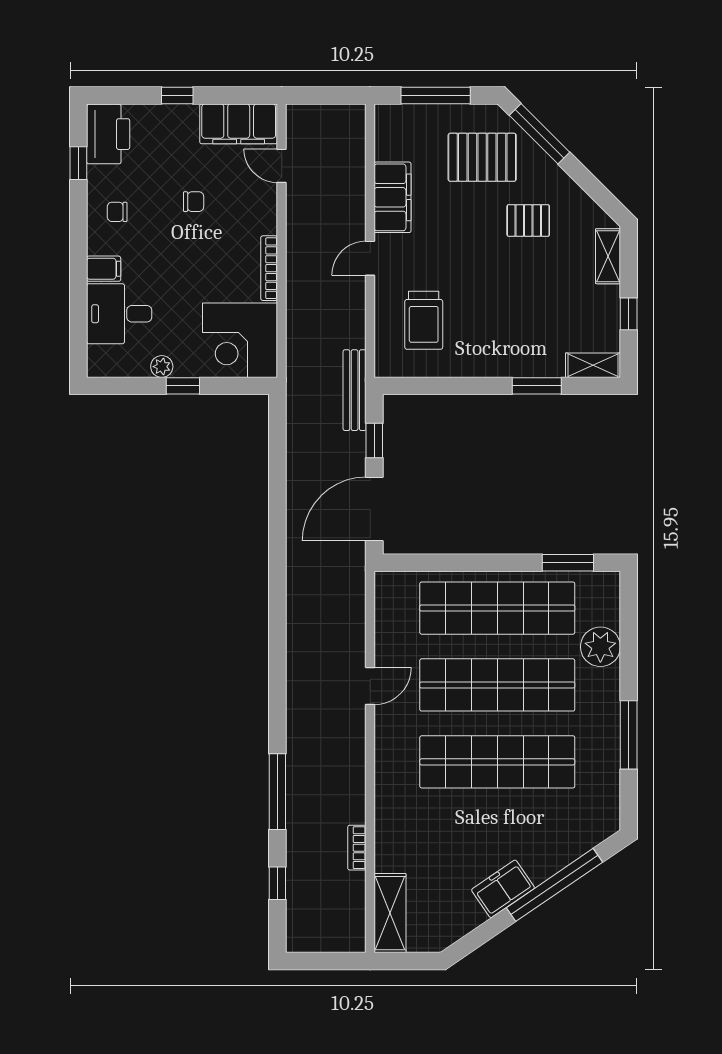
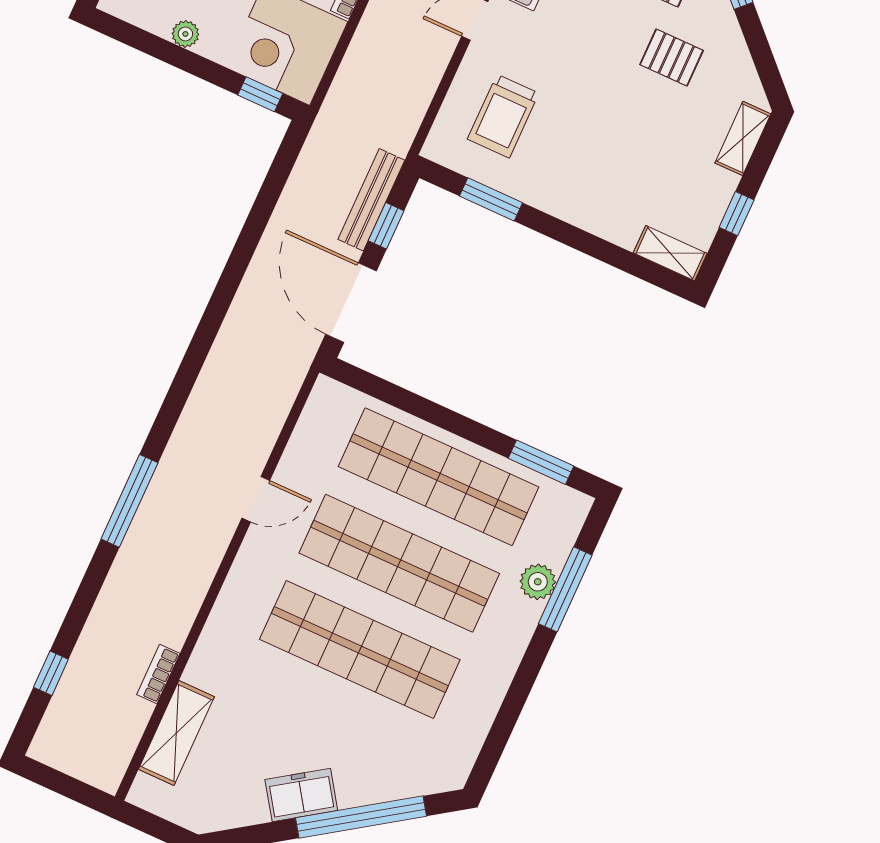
window: (183, 386) -> (260, 94), moved
window: (537, 386) -> (491, 199), moved
bench: (355, 390) -> (371, 200), moved
door: (374, 509) -> (351, 303), hinge flipped
plant: (600, 647) -> (538, 582), width x0.73, depth x0.73
window: (629, 735) -> (565, 589), moved
window: (277, 792) -> (129, 501), moved
shelving: (390, 913) -> (176, 733), moved

